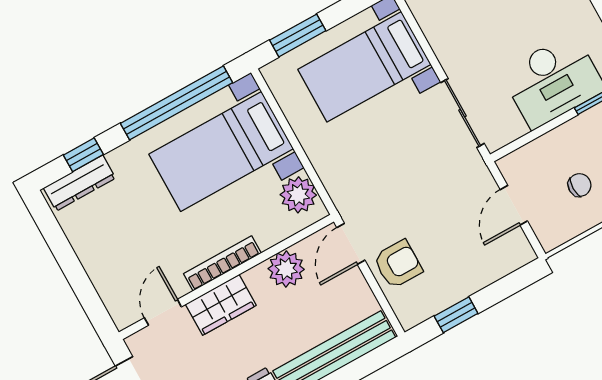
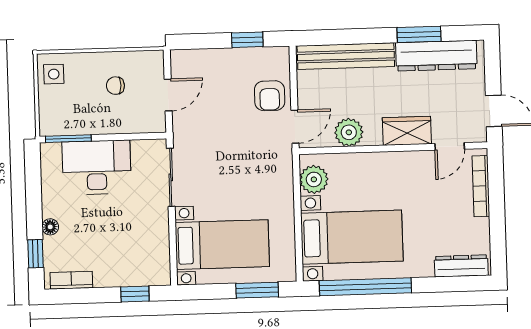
window: (83, 155) -> (448, 284), removed
bookcase: (222, 263) -> (481, 186), moved, turned 90
armchair: (398, 264) -> (270, 96), turned -90

